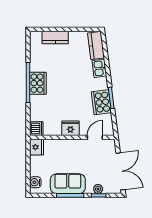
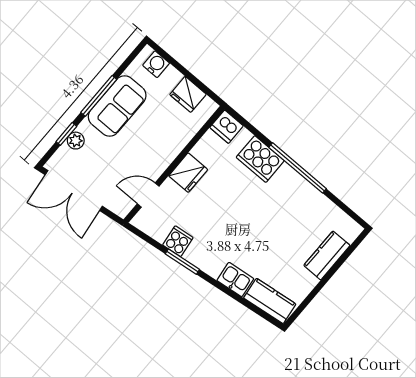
cooker: (38, 83) -> (260, 159), moved
cooker: (101, 102) -> (178, 241), width x0.53, depth x0.76
door: (95, 137) -> (148, 195), swing flipped
fridge: (37, 147) -> (188, 94), moved

